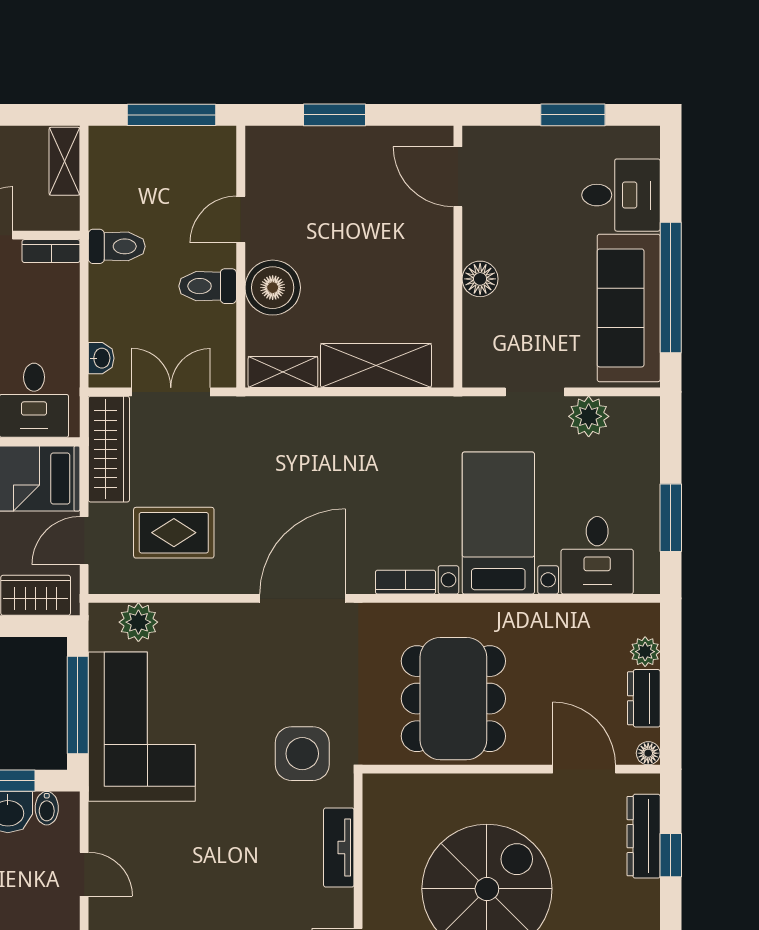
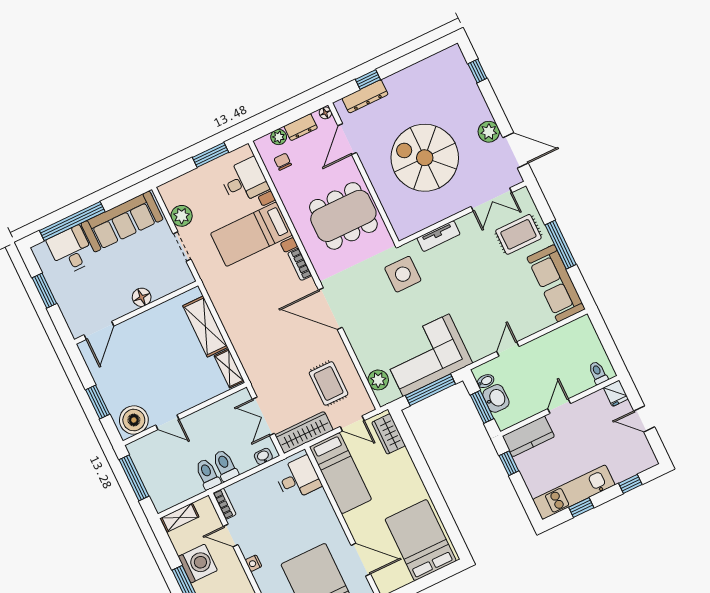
toilet: (208, 286) -> (225, 465), moved, turned 180
window: (671, 287) -> (72, 221), moved
boiler: (273, 288) -> (134, 420), moved
chair: (599, 638) -> (283, 162), added

